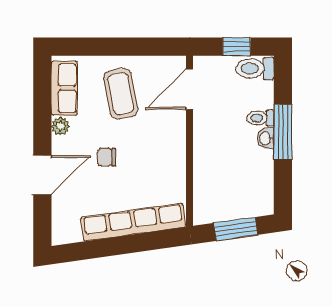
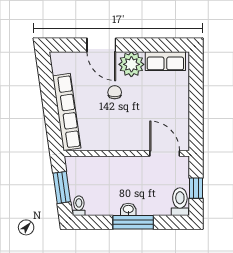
coffee table: (121, 94) -> (161, 103), removed
toilet: (260, 118) -> (79, 206), moved
plant: (60, 126) -> (131, 64), width x1.88, depth x1.88

